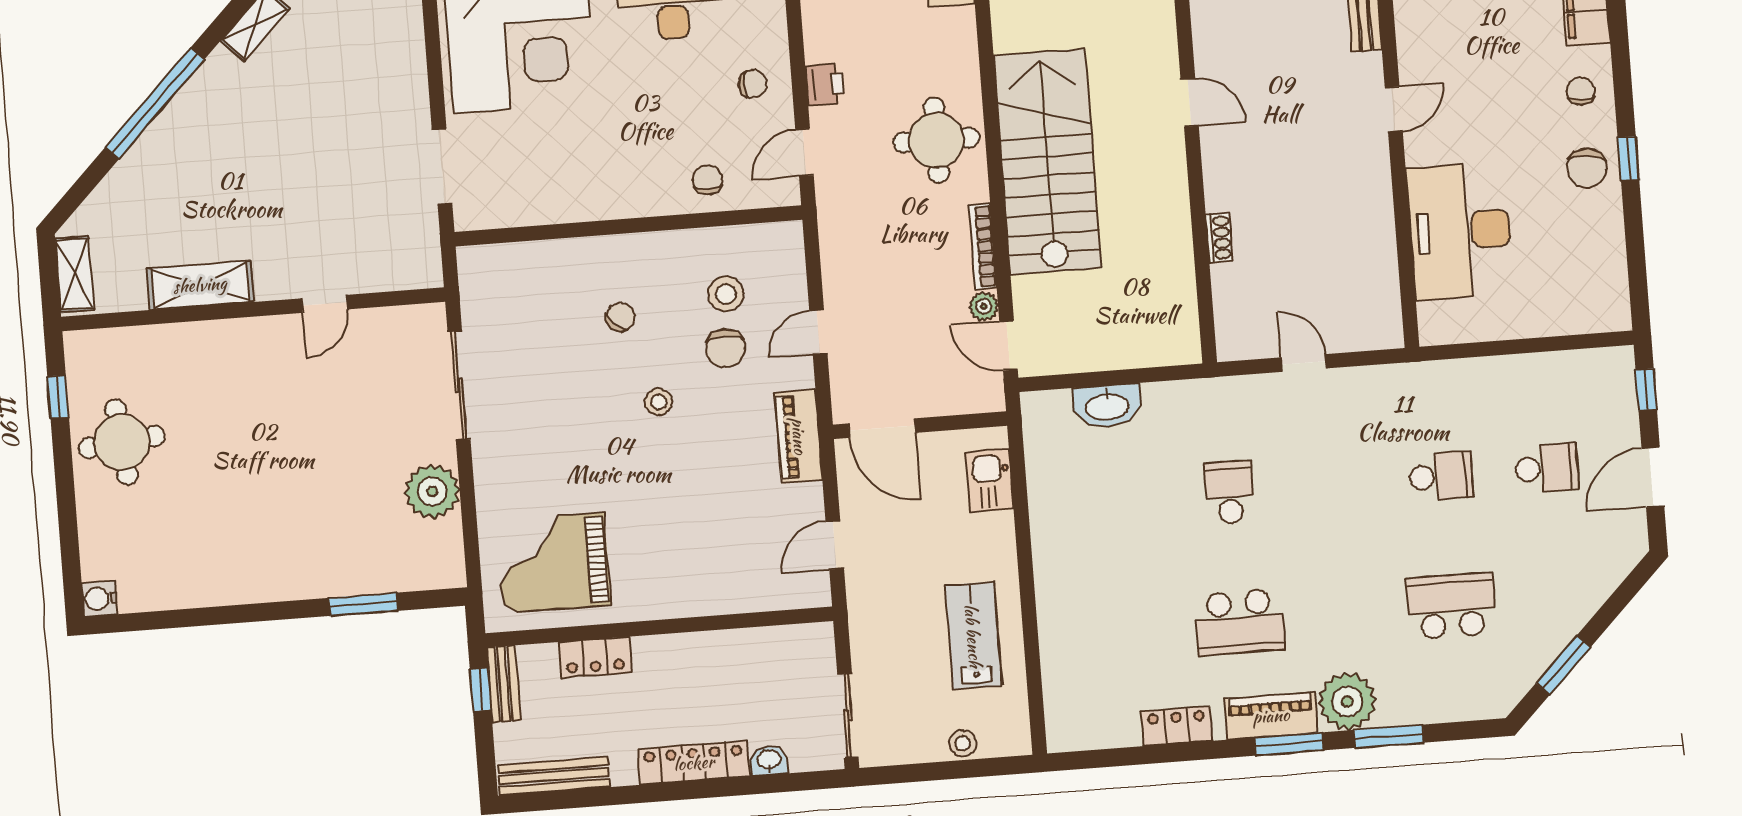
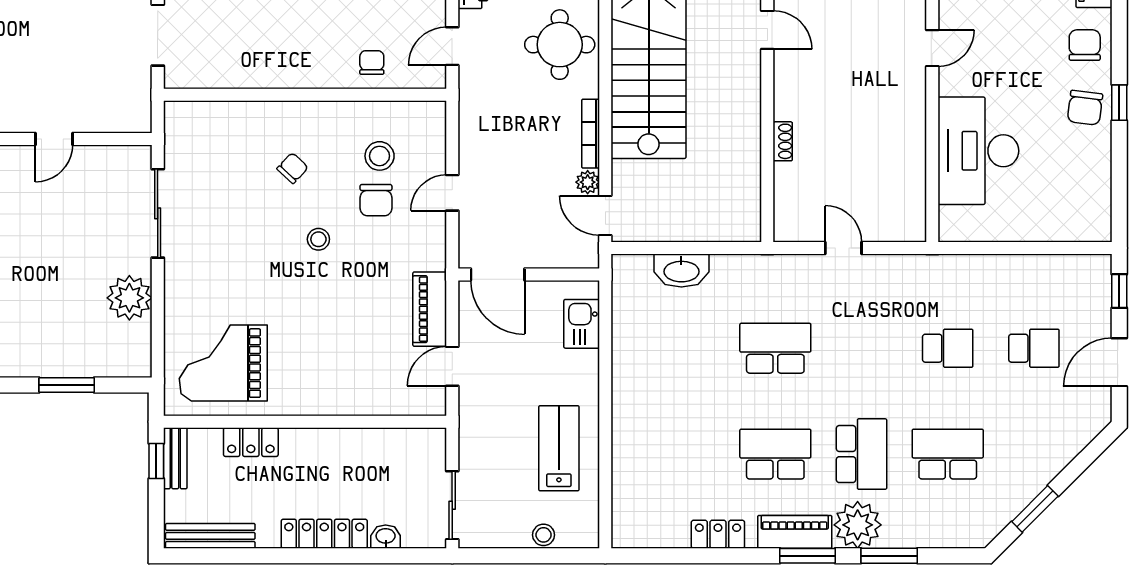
chair: (1581, 91) -> (1085, 45), width x1.37, depth x1.37
piano: (799, 436) -> (430, 309), moved
school desk: (1230, 492) -> (775, 348), width x1.85
school desk: (1345, 614) -> (862, 454), added
school desk: (1240, 622) -> (775, 454), turned 180

